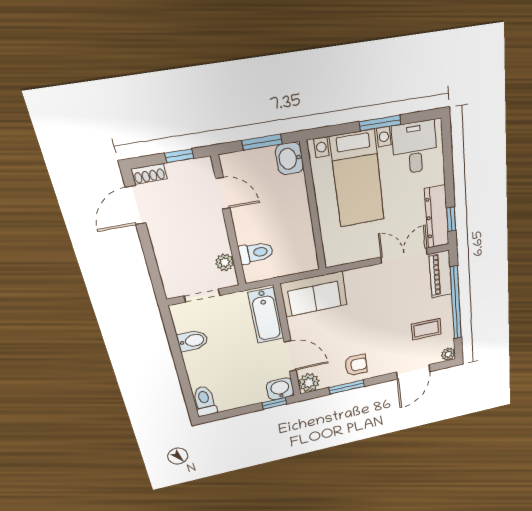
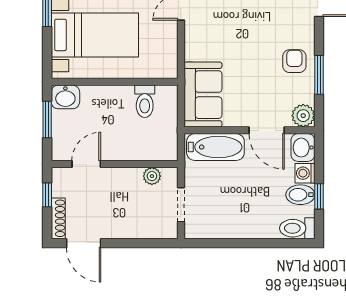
shoe rack: (149, 174) -> (58, 218), width x1.43
toilet: (256, 253) -> (145, 101), moved, turned 180
bidet: (193, 341) -> (300, 195), moved, turned -90
door: (290, 356) -> (267, 130), swing flipped
washing machine: (257, 396) -> (305, 173), added
window: (274, 403) -> (319, 196), moved

